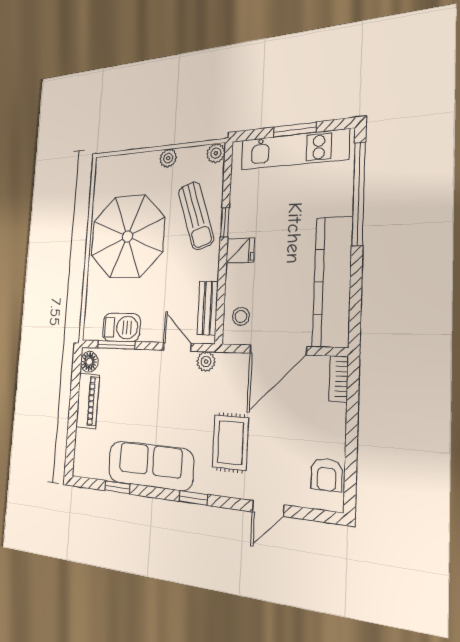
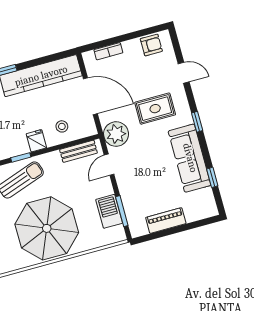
stool: (241, 316) -> (62, 126), moved
floor lamp: (89, 362) -> (140, 229), removed
plant: (206, 362) -> (116, 134), width x1.87, depth x1.87
bookcase: (339, 379) -> (108, 51), moved

